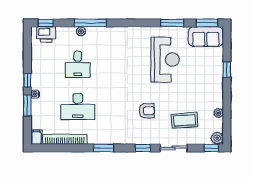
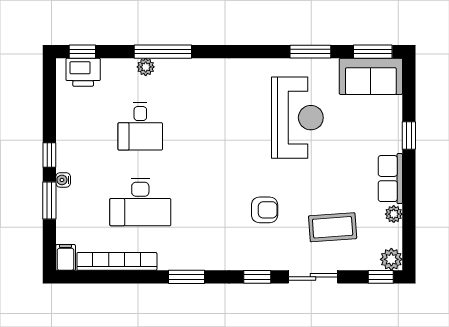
row of seats: (217, 93) -> (390, 179), added

